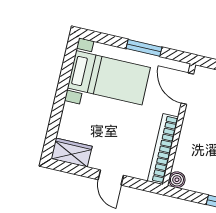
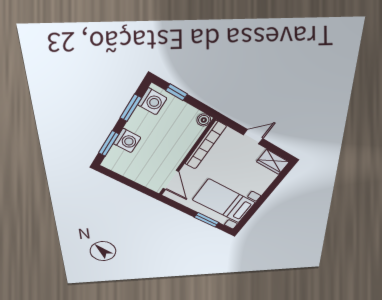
window: (144, 48) -> (207, 220), moved
door: (111, 178) -> (253, 137), hinge flipped

